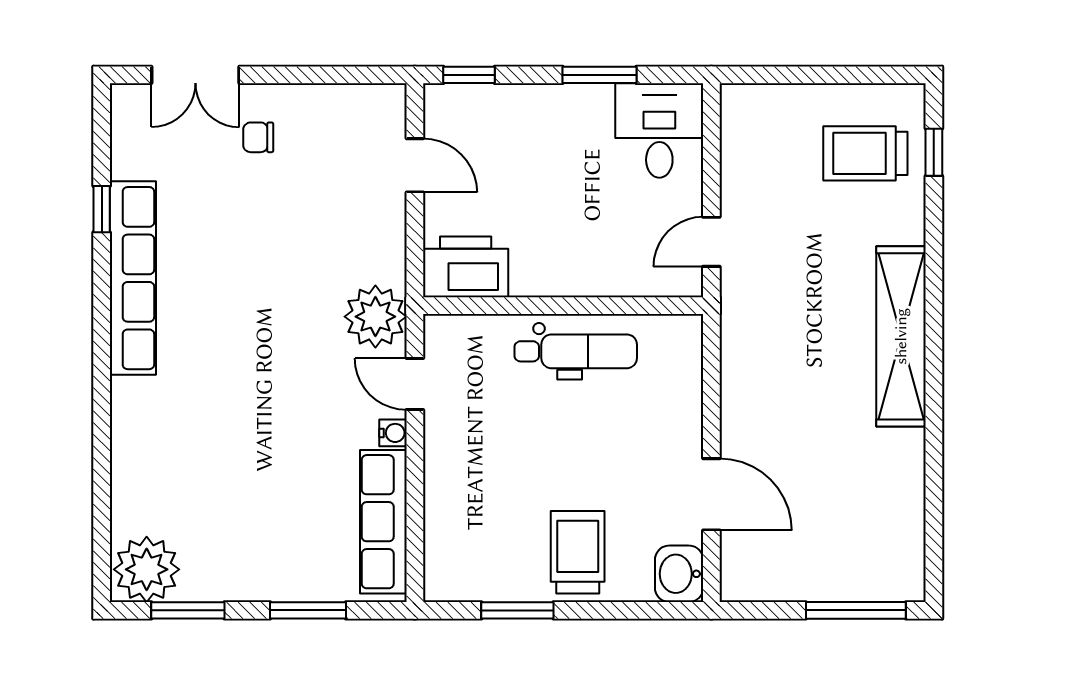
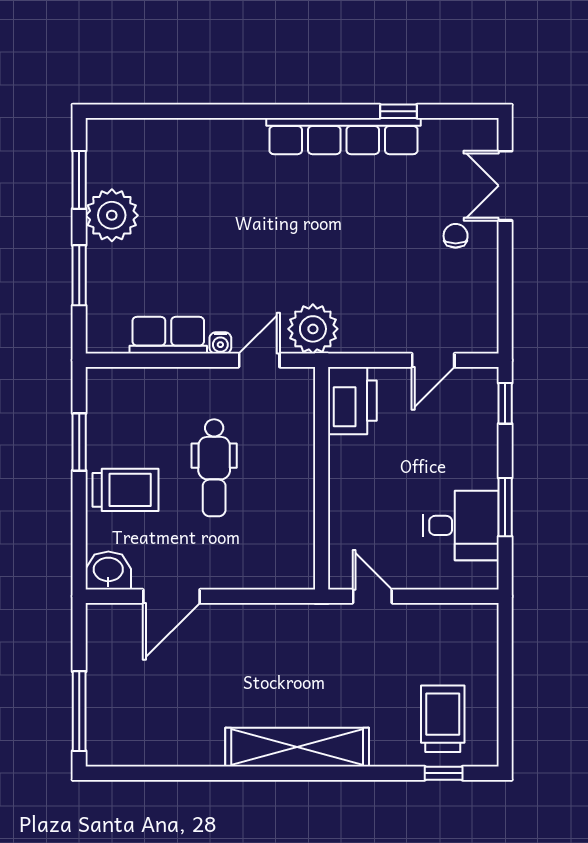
desk: (659, 130) -> (461, 525), moved
dental chair: (576, 351) -> (214, 468), moved
row of seats: (383, 522) -> (168, 335), width x0.68
plant: (147, 569) -> (112, 215), moved

